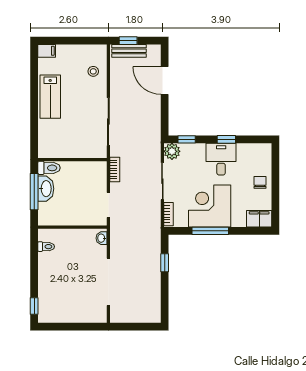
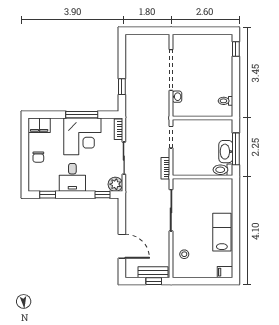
window: (226, 139) -> (48, 195), moved
washbasin: (101, 238) -> (177, 97), moved

